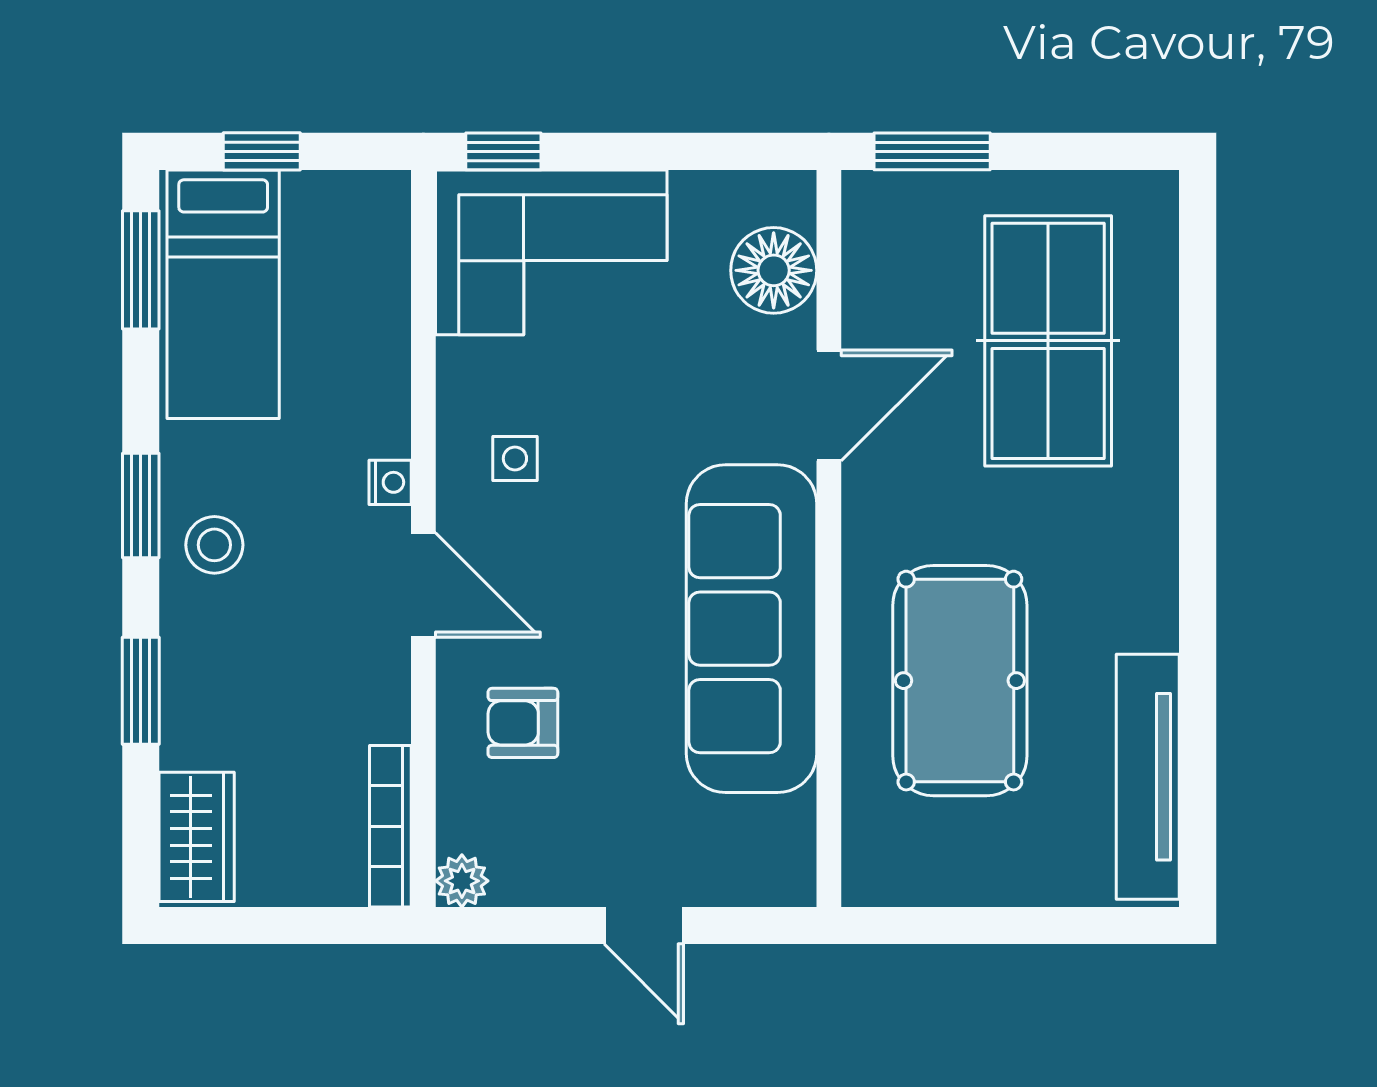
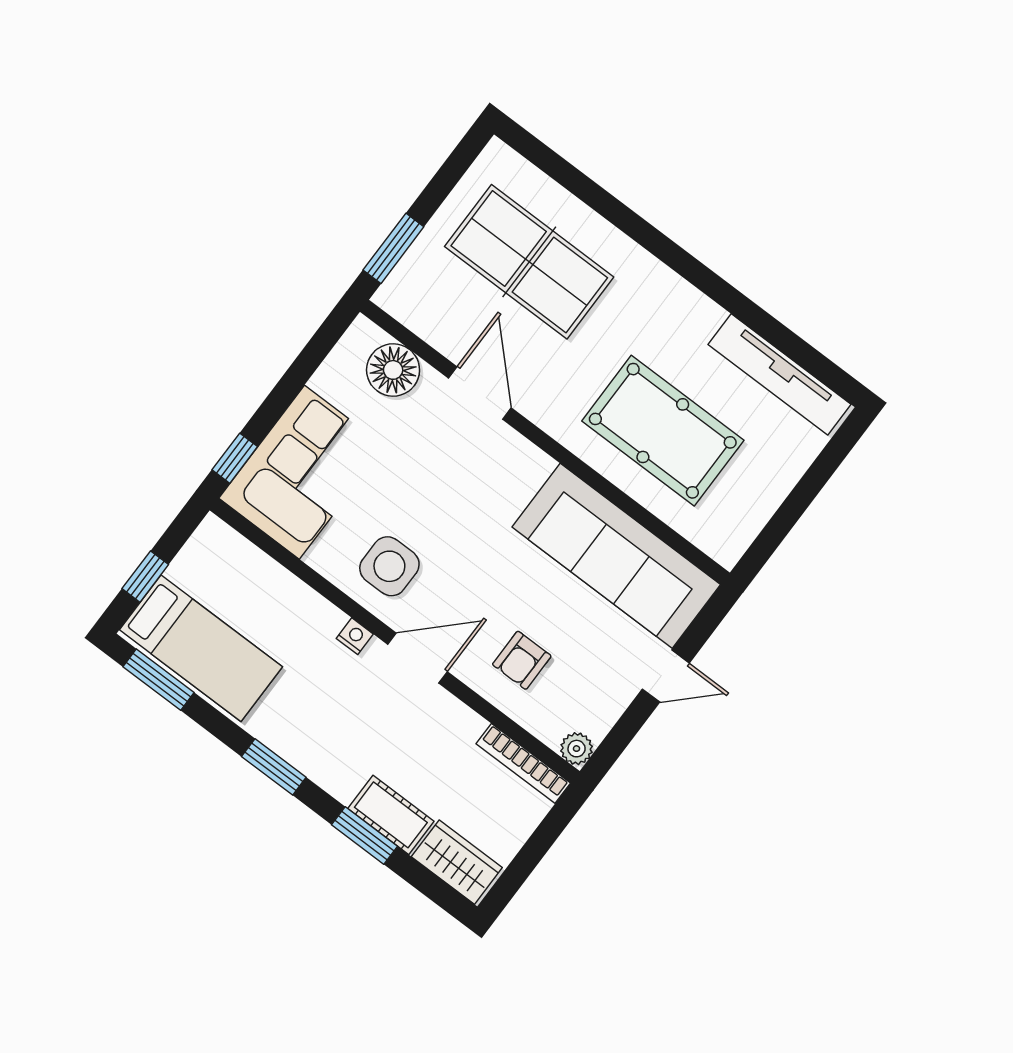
side table: (515, 459) -> (389, 566), width x1.87, depth x1.87
stool: (214, 545) -> (320, 745), removed
sofa: (751, 629) -> (616, 556), moved
cot: (193, 705) -> (391, 815), added

